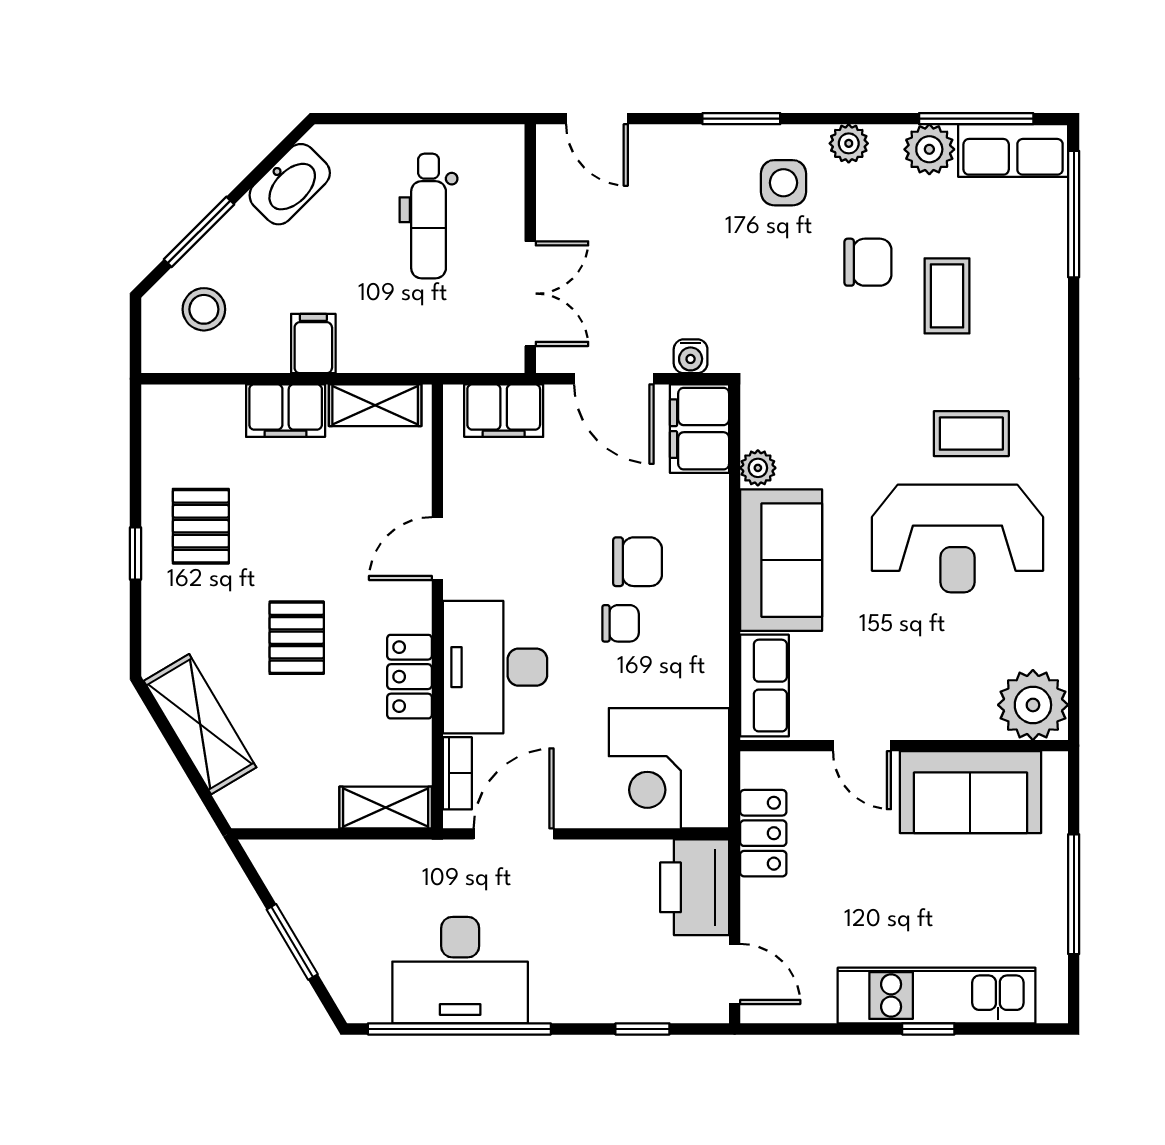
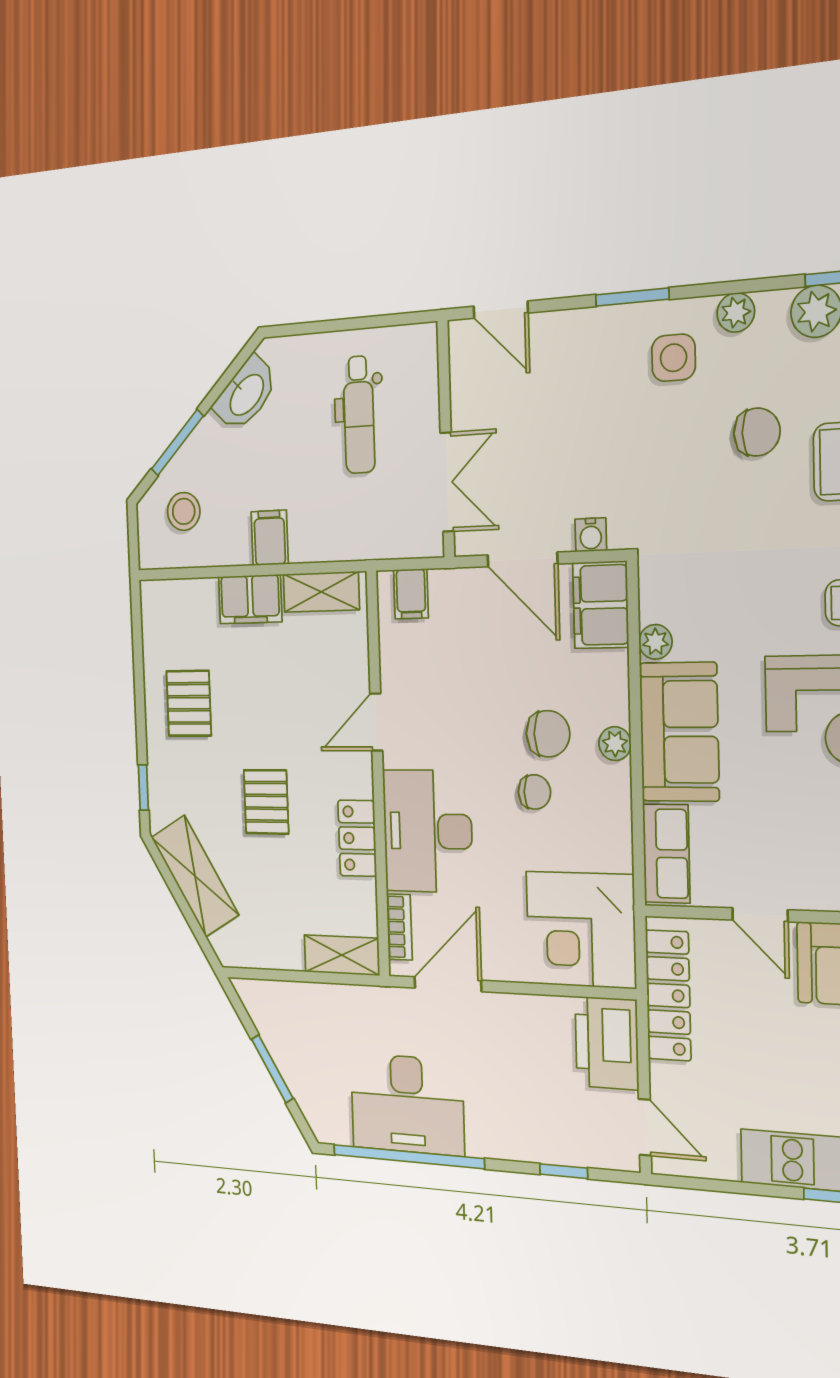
filing cabinet: (504, 411) -> (411, 594), width x0.50
window: (135, 553) -> (143, 788), moved
plant: (712, 572) -> (615, 744), added
locker: (763, 833) -> (668, 995), width x1.53

